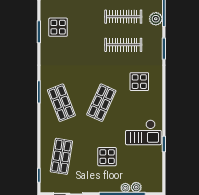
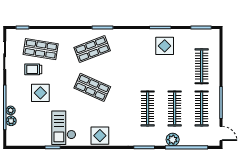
display table: (139, 82) -> (100, 136), moved
trolley: (83, 164) -> (33, 69), added

